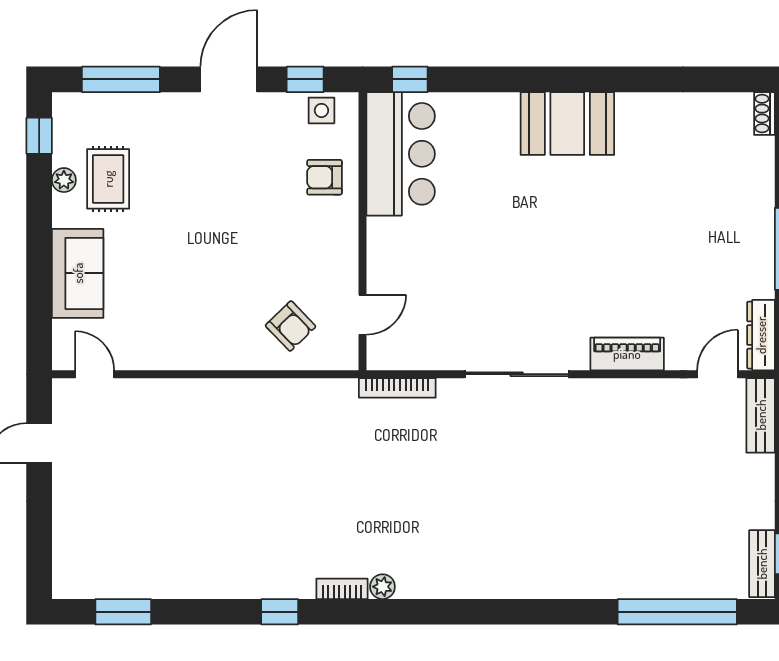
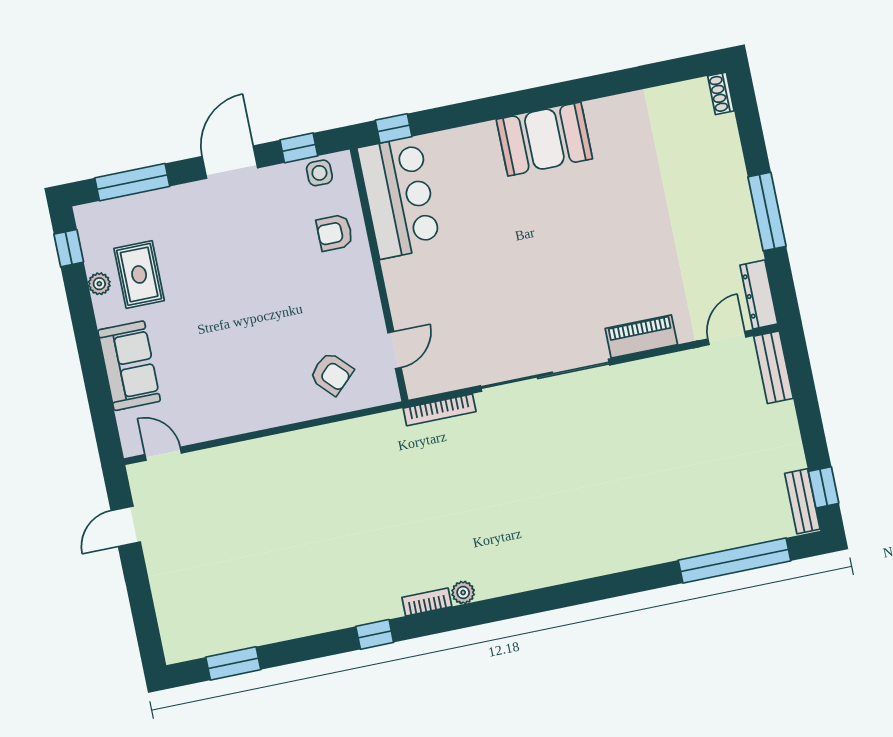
sliding door: (517, 374) -> (545, 375), width x1.36

